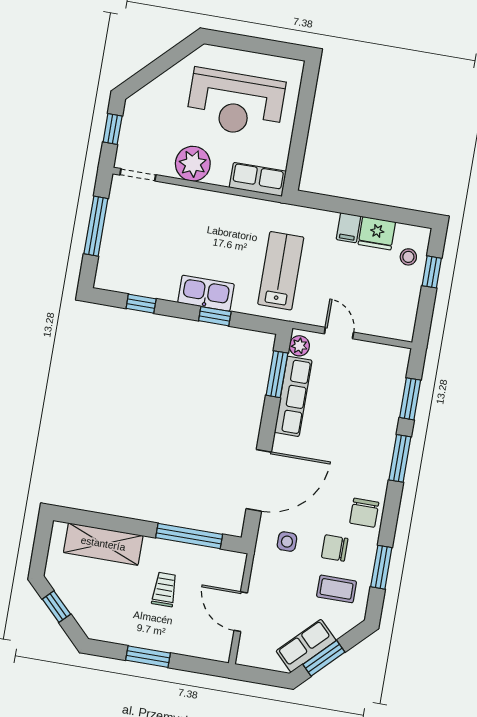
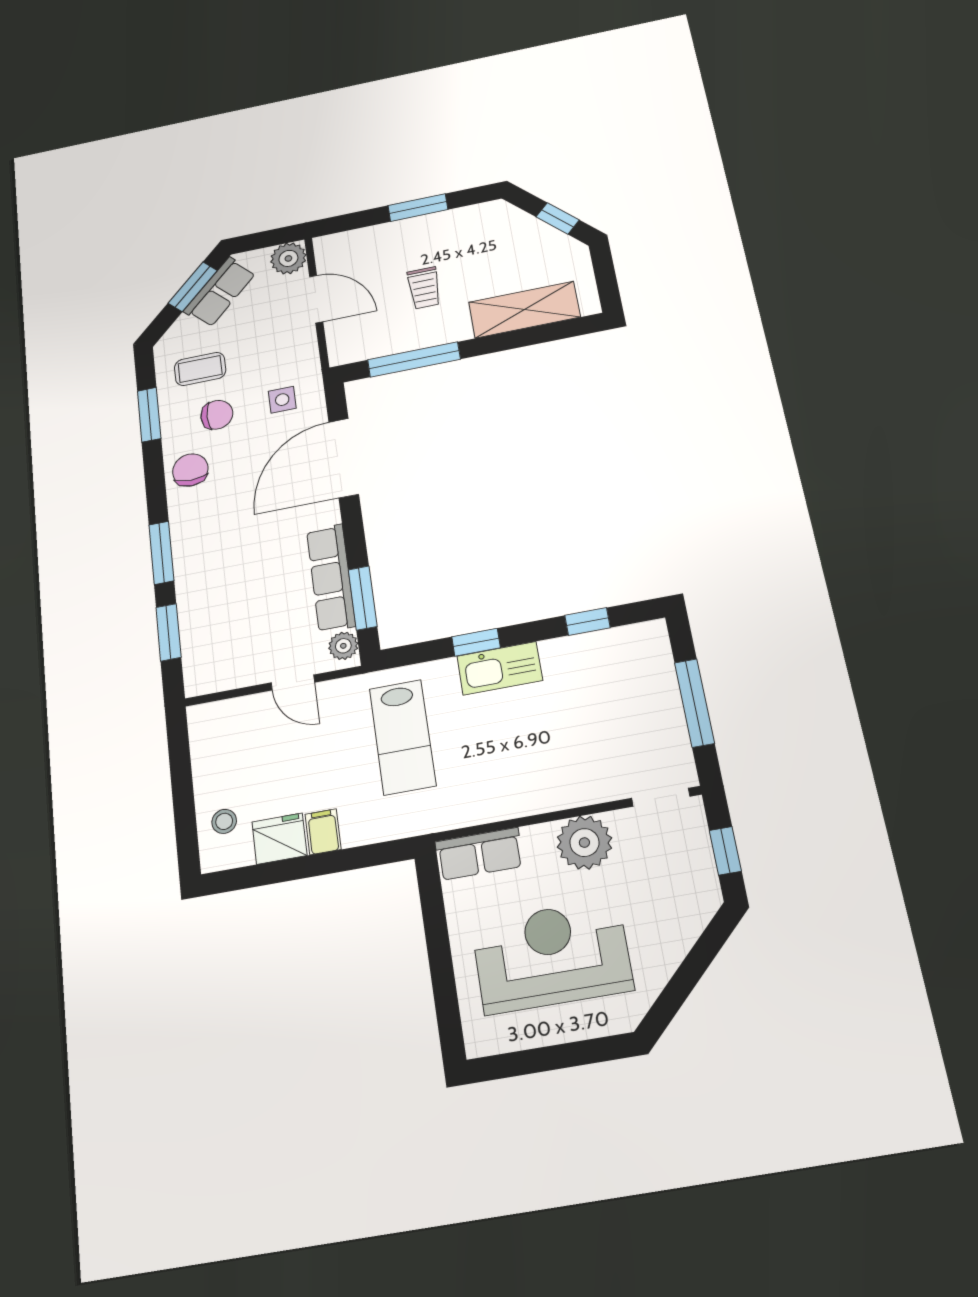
window: (432, 272) -> (185, 812), removed
plant: (250, 653) -> (288, 258), added

